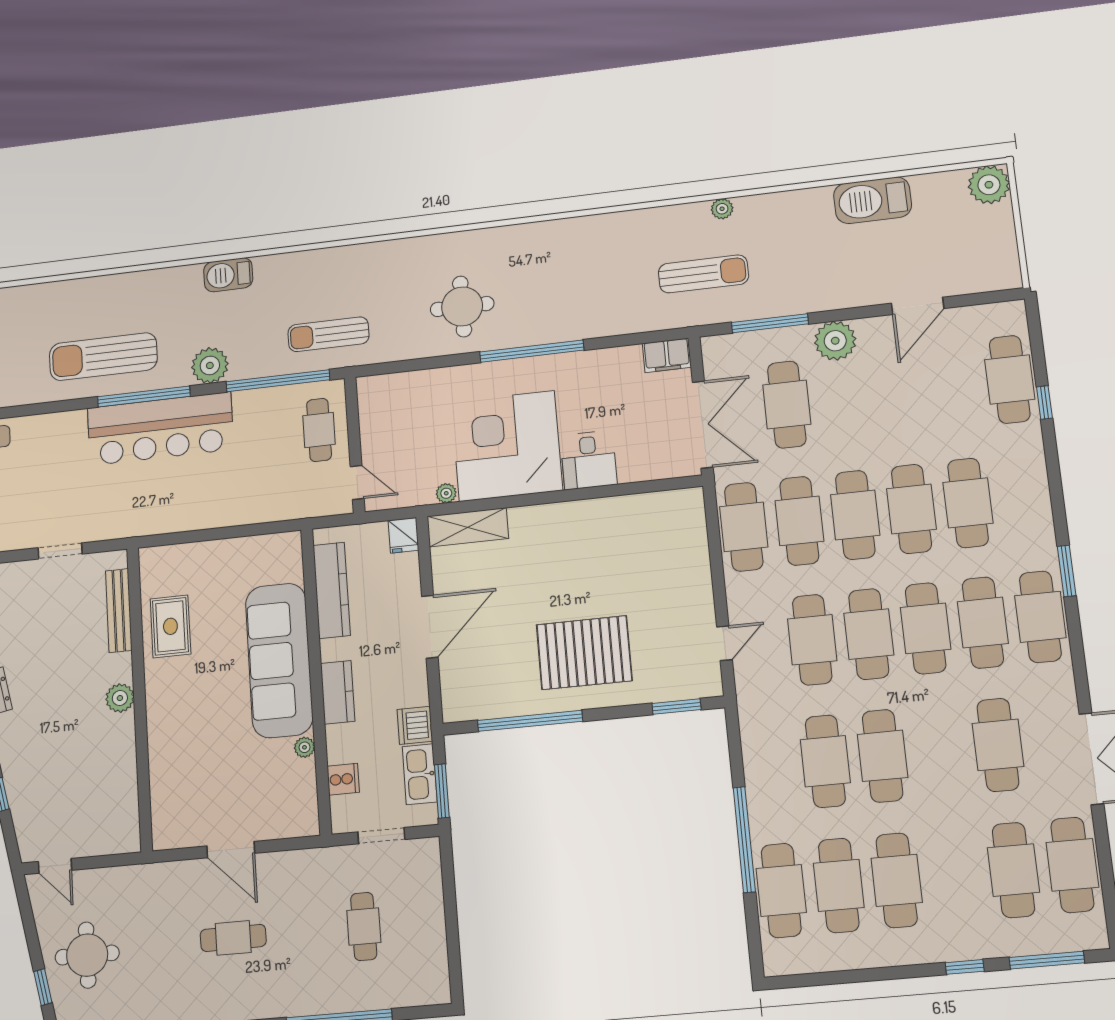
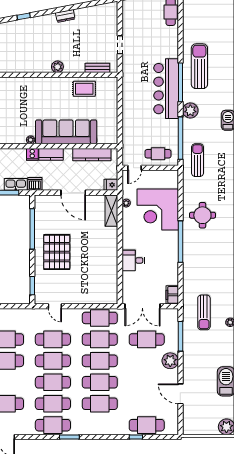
corner desk: (507, 446) -> (158, 209), moved, turned 180
bench: (119, 611) -> (97, 68), width x0.73
cooker: (343, 779) -> (32, 154), moved

